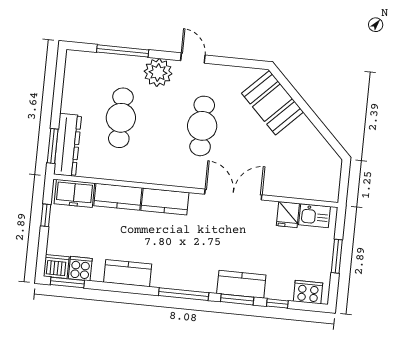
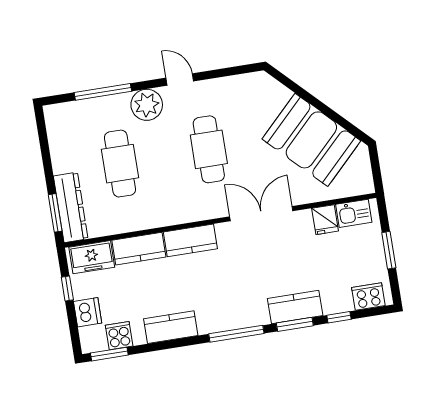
booth: (273, 103) -> (311, 140), moved, width x1.36, depth x1.42
dishwasher: (56, 267) -> (88, 312), moved, turned 90

